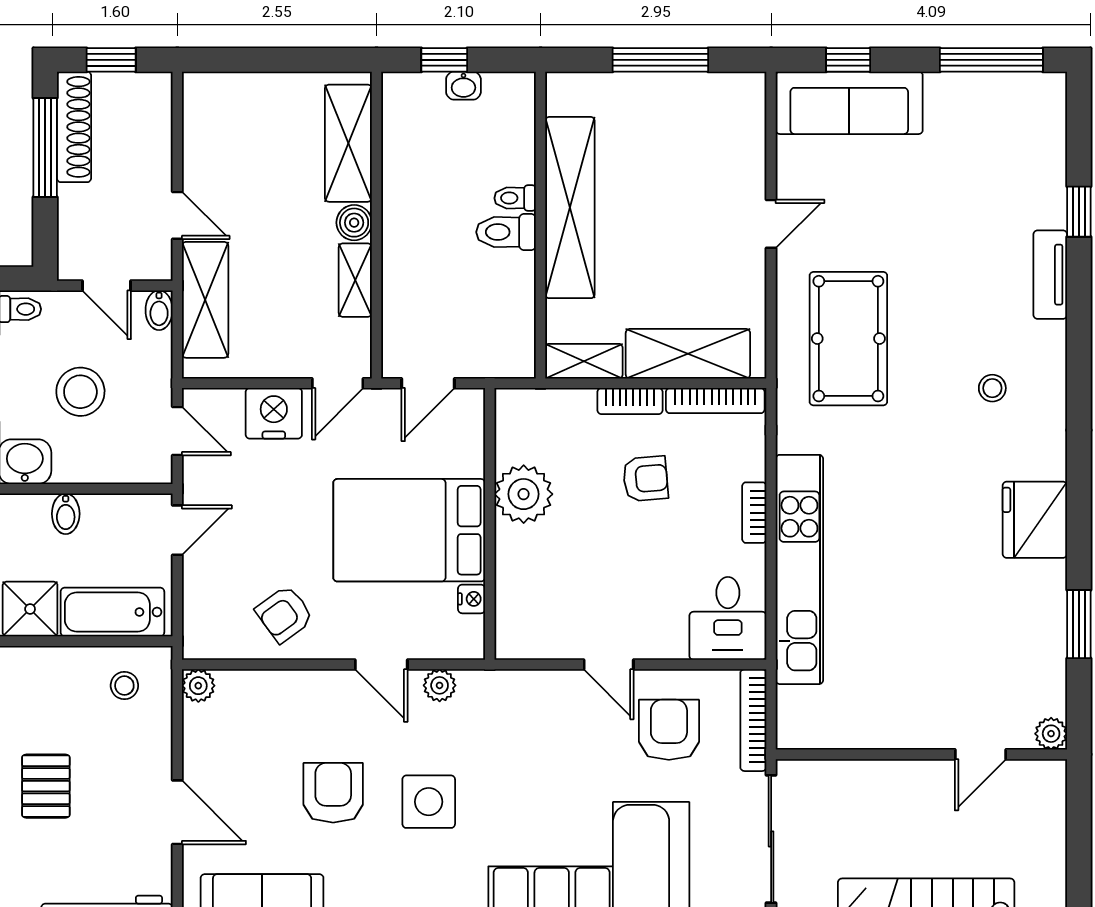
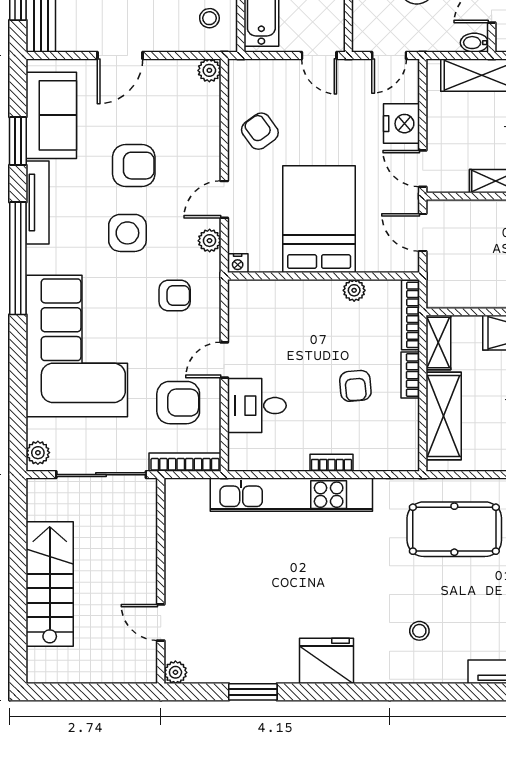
bookcase: (715, 401) -> (411, 315), moved
plant: (524, 494) -> (354, 290), width x0.53, depth x0.53
nightstand: (472, 599) -> (238, 263), moved
desk: (728, 618) -> (257, 406), moved
armchair: (517, 735) -> (175, 296), added

